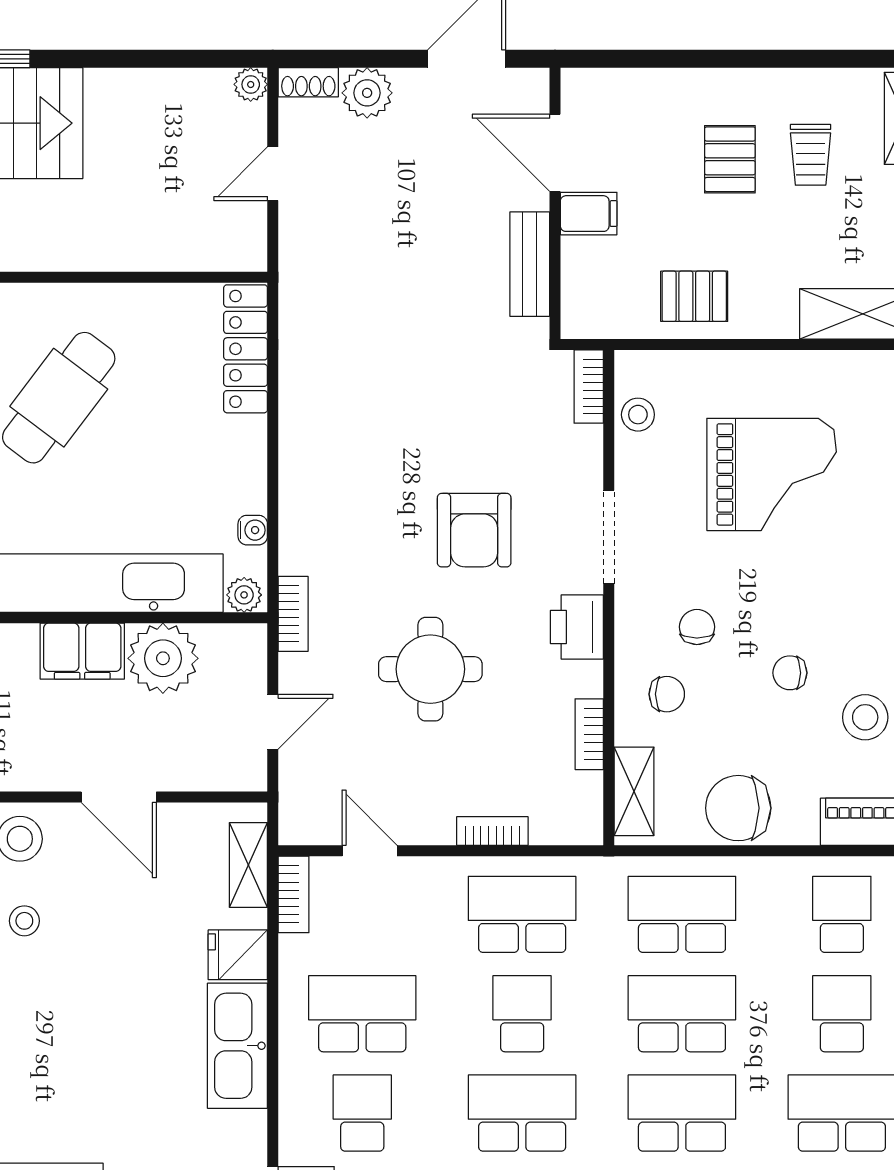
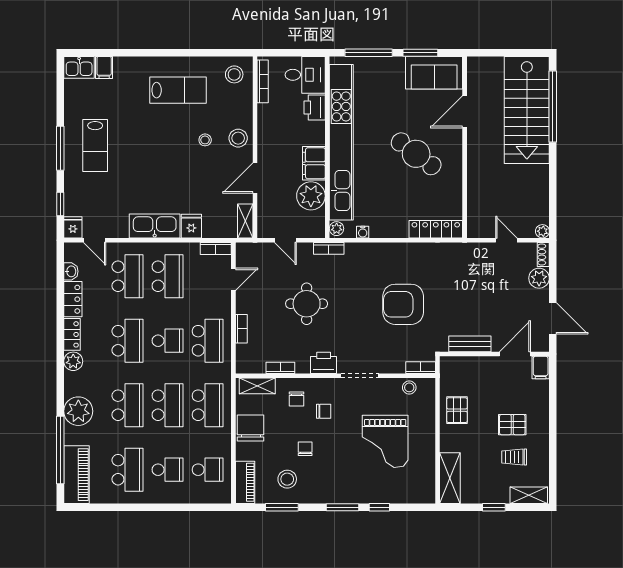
filing cabinet: (589, 214) -> (541, 368), moved
armchair: (474, 530) -> (403, 304), moved, width x1.36, depth x1.36
shelving: (248, 865) -> (245, 221), moved, turned 90
school desk: (362, 1113) -> (127, 276), width x1.85

